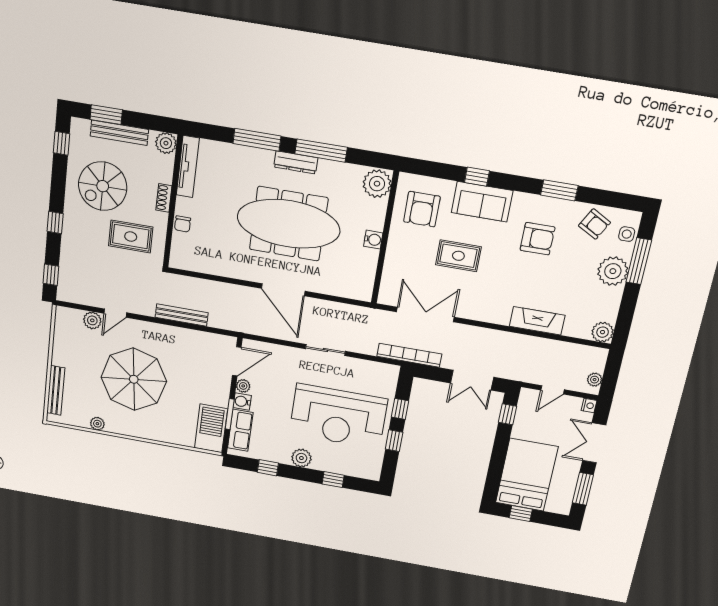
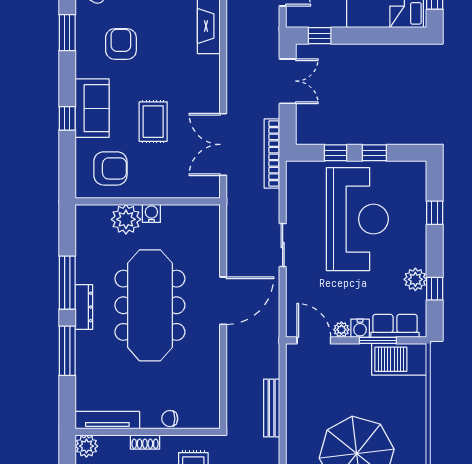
plant: (377, 184) -> (126, 219), moved
chair: (183, 224) -> (170, 419), turned 180
plant: (301, 458) -> (415, 279), moved

